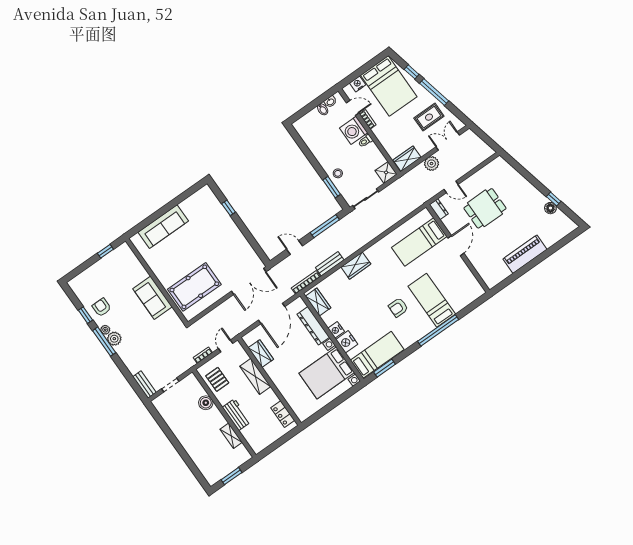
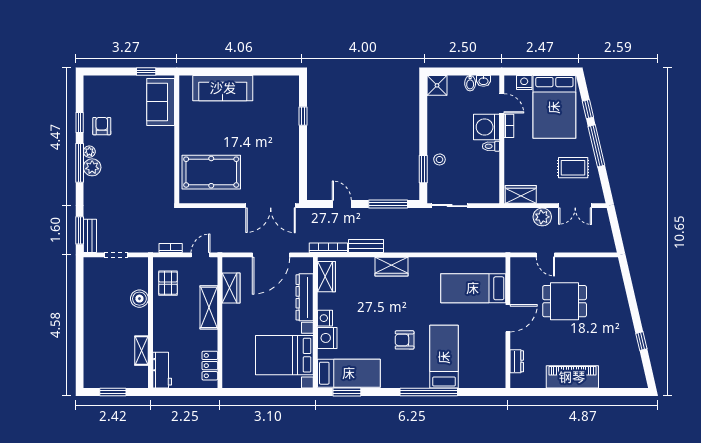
double door: (448, 141) -> (575, 206), swing flipped
shower: (386, 172) -> (437, 85), moved
floor lamp: (550, 208) -> (632, 348), removed
dresser: (439, 209) -> (517, 361), moved
sofa: (153, 298) -> (161, 102), moved
window: (135, 386) -> (80, 230), added
workbench: (236, 415) -> (162, 370), moved

